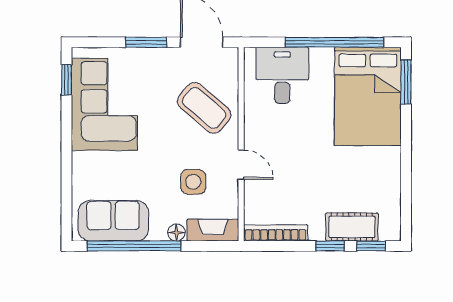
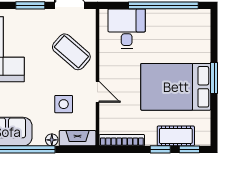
window: (406, 82) -> (214, 78), moved
bed: (368, 96) -> (176, 87), moved, turned 90

